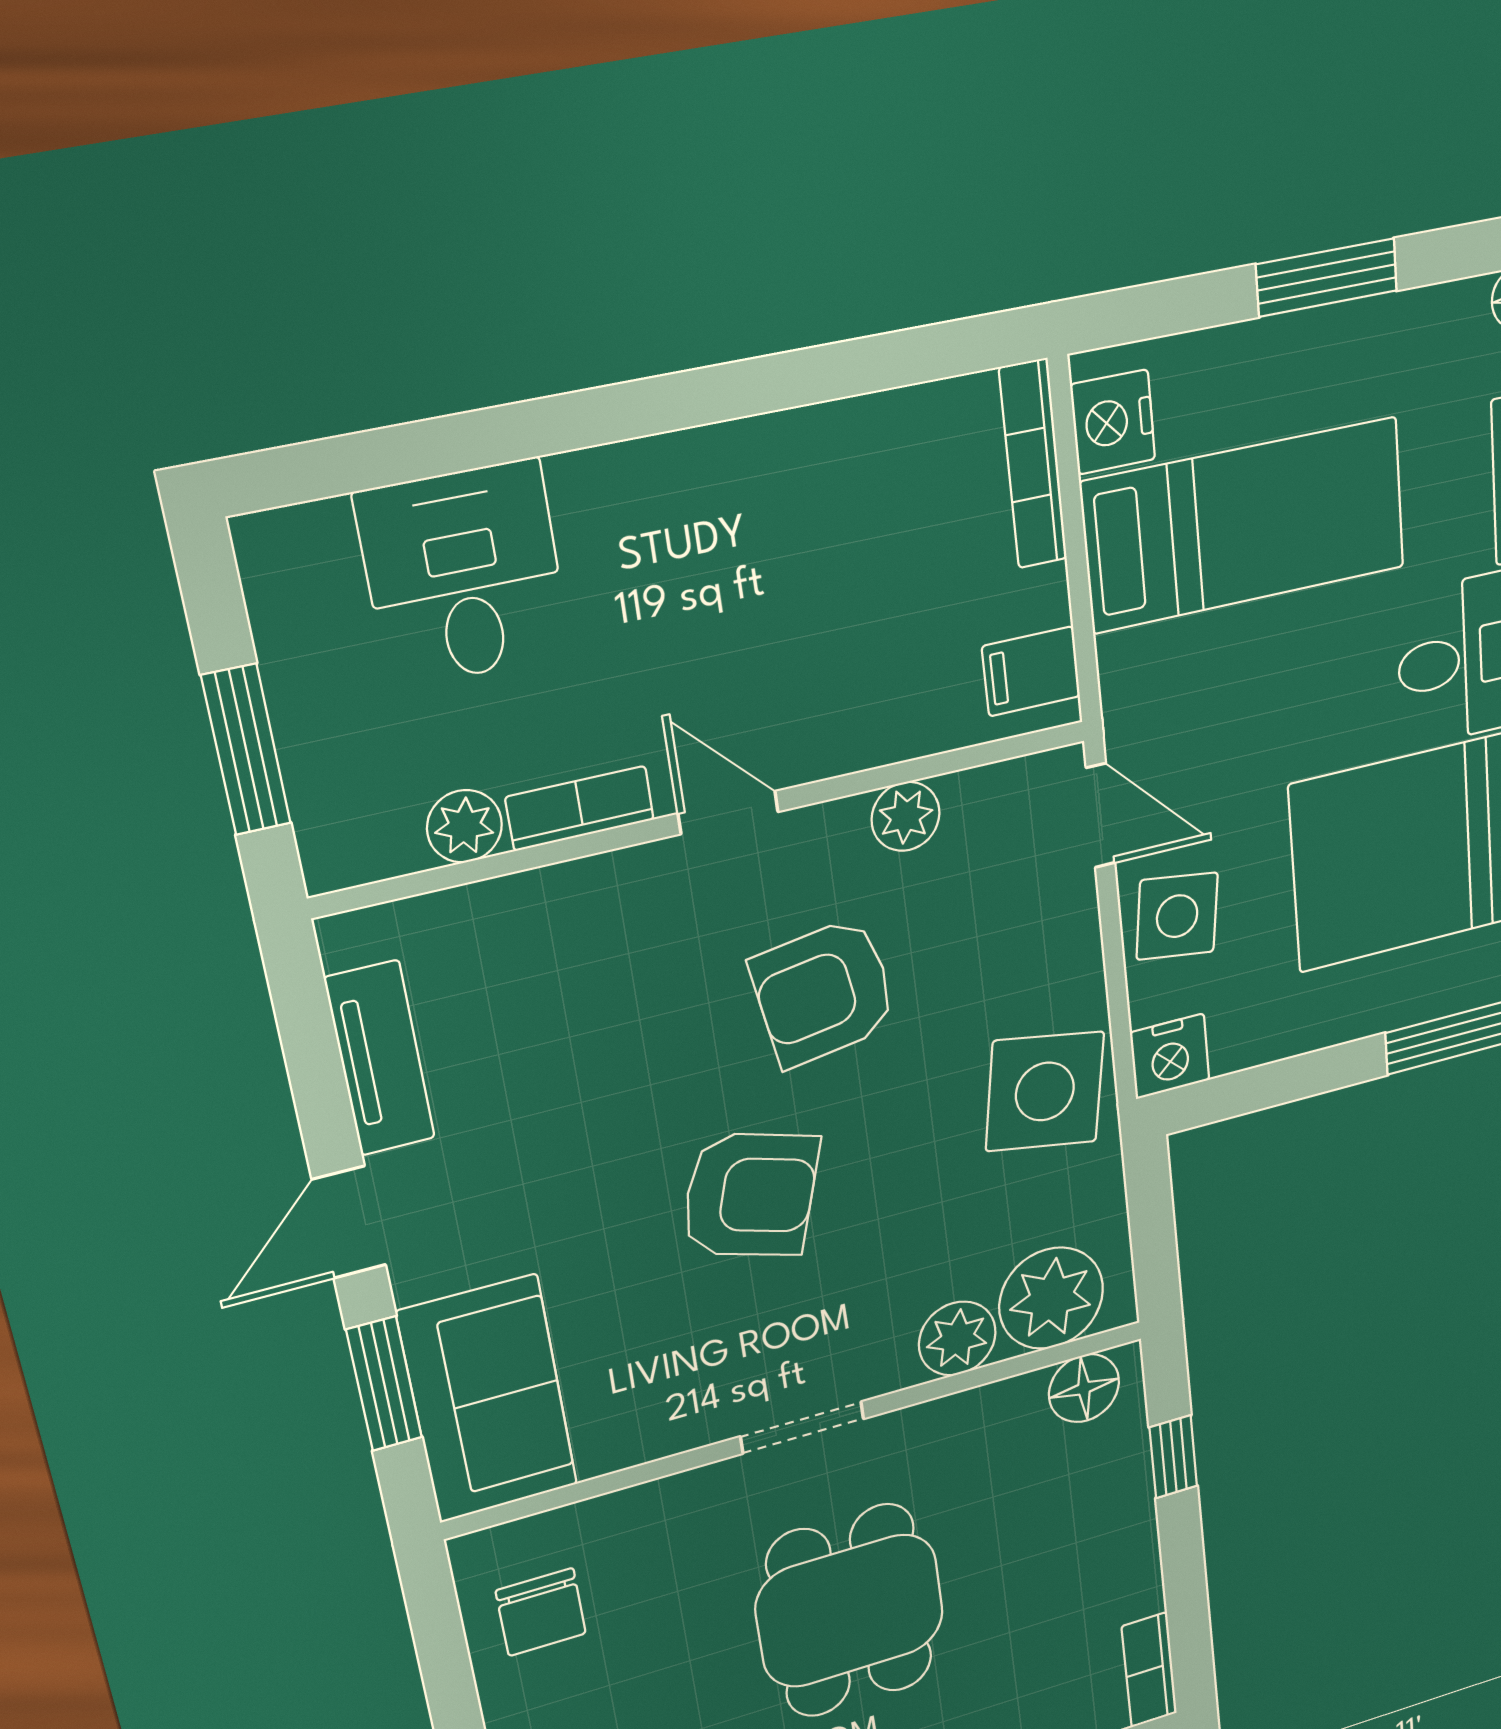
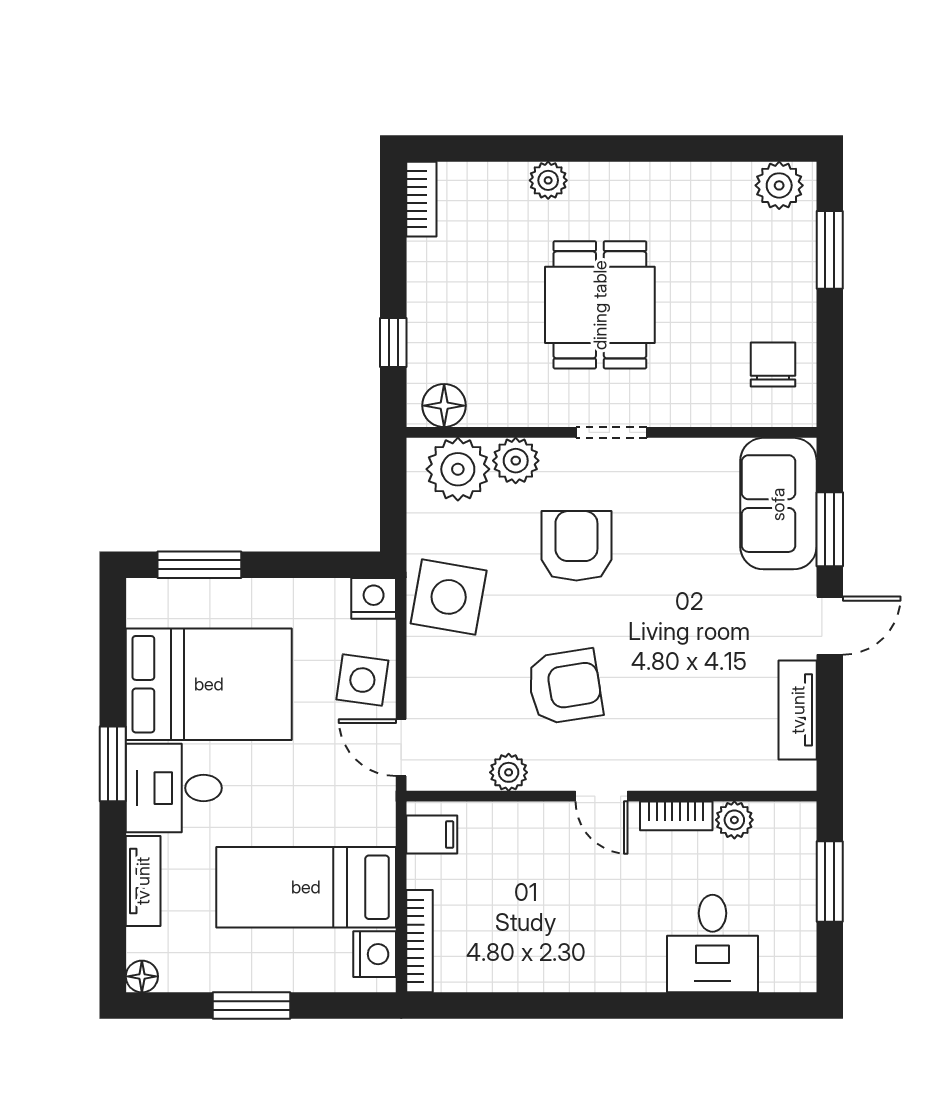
armchair: (750, 1195) -> (576, 546), moved, turned 73

